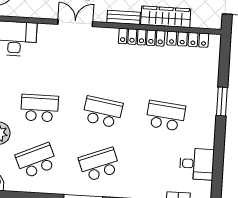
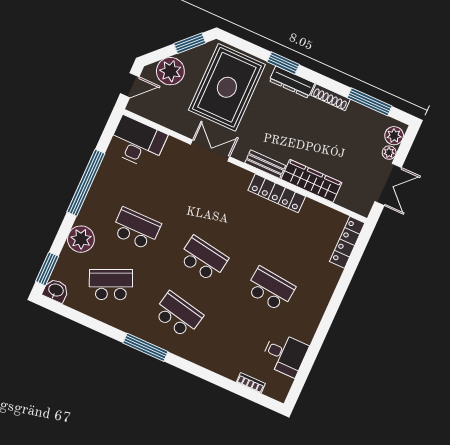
locker: (188, 39) -> (347, 242), moved, turned 90
window: (222, 101) -> (338, 297), removed
school desk: (99, 164) -> (178, 315), turned 33

